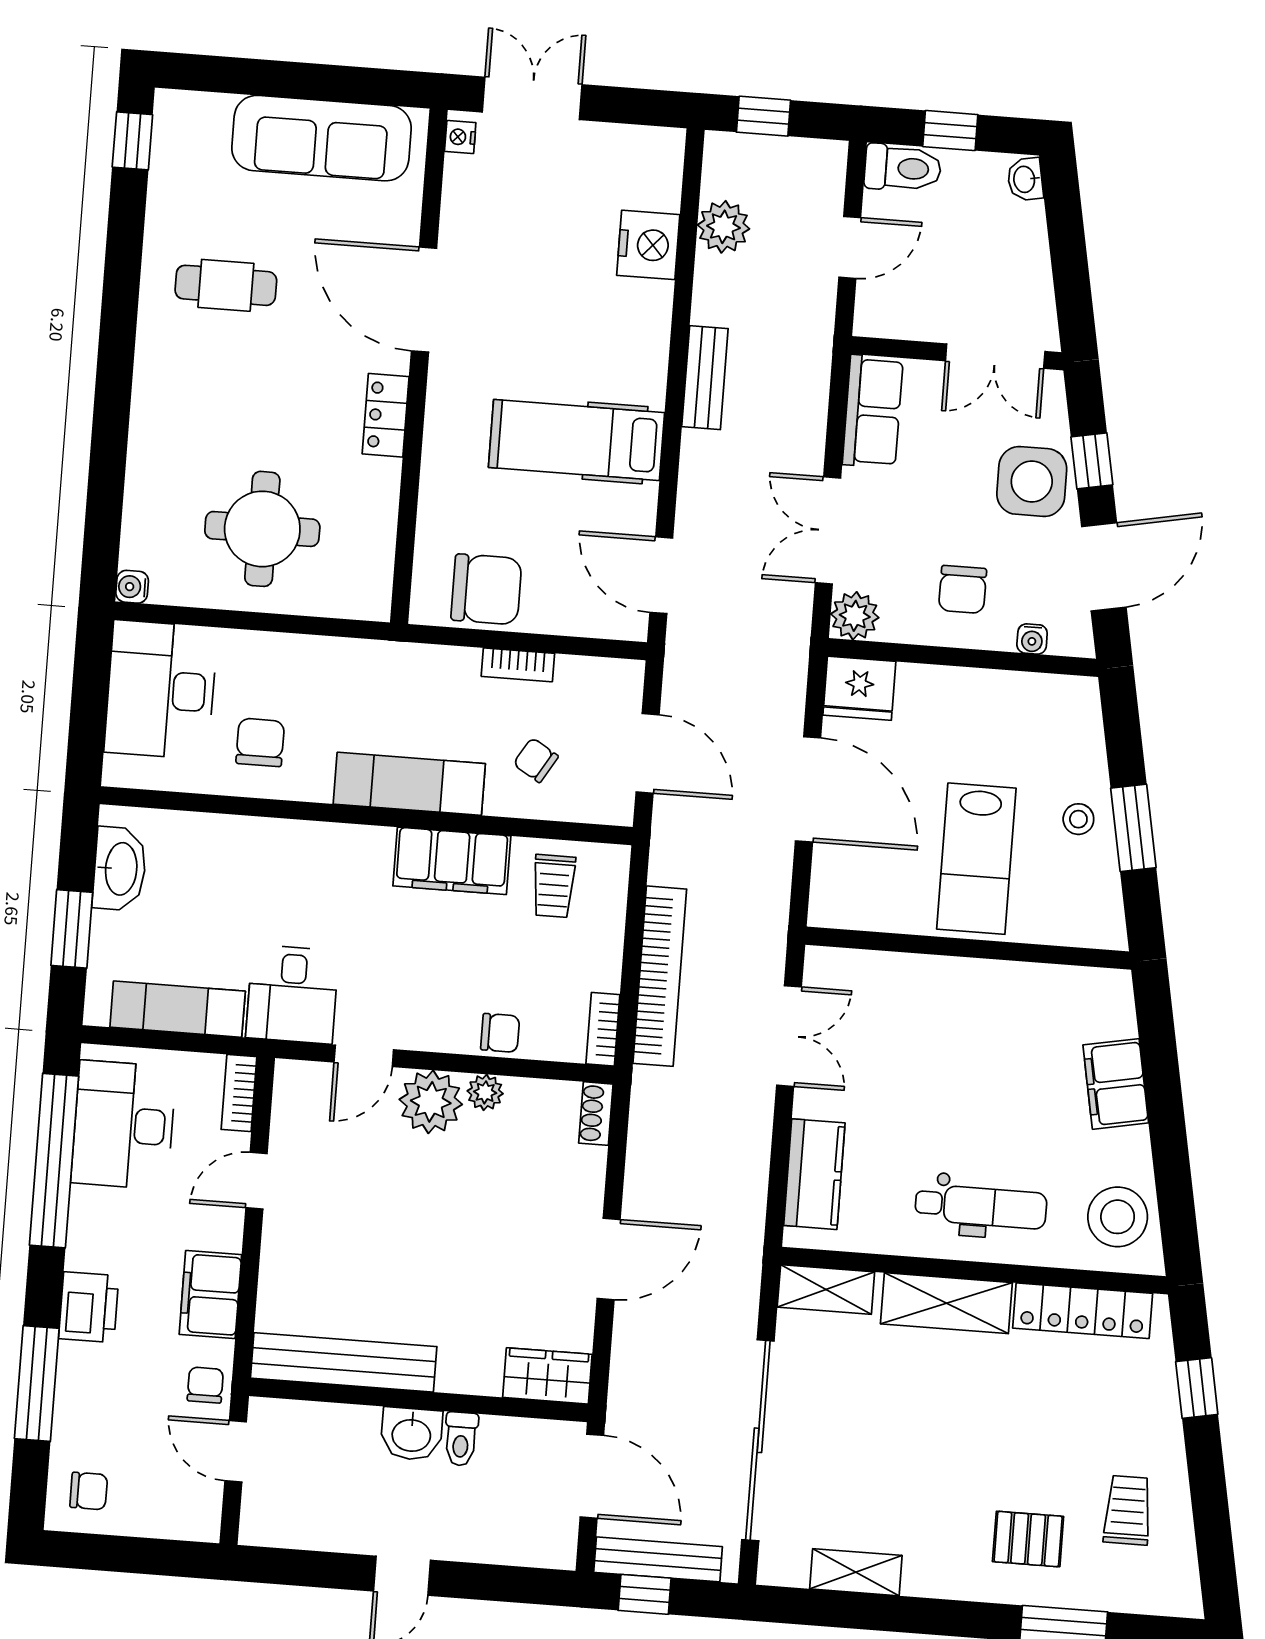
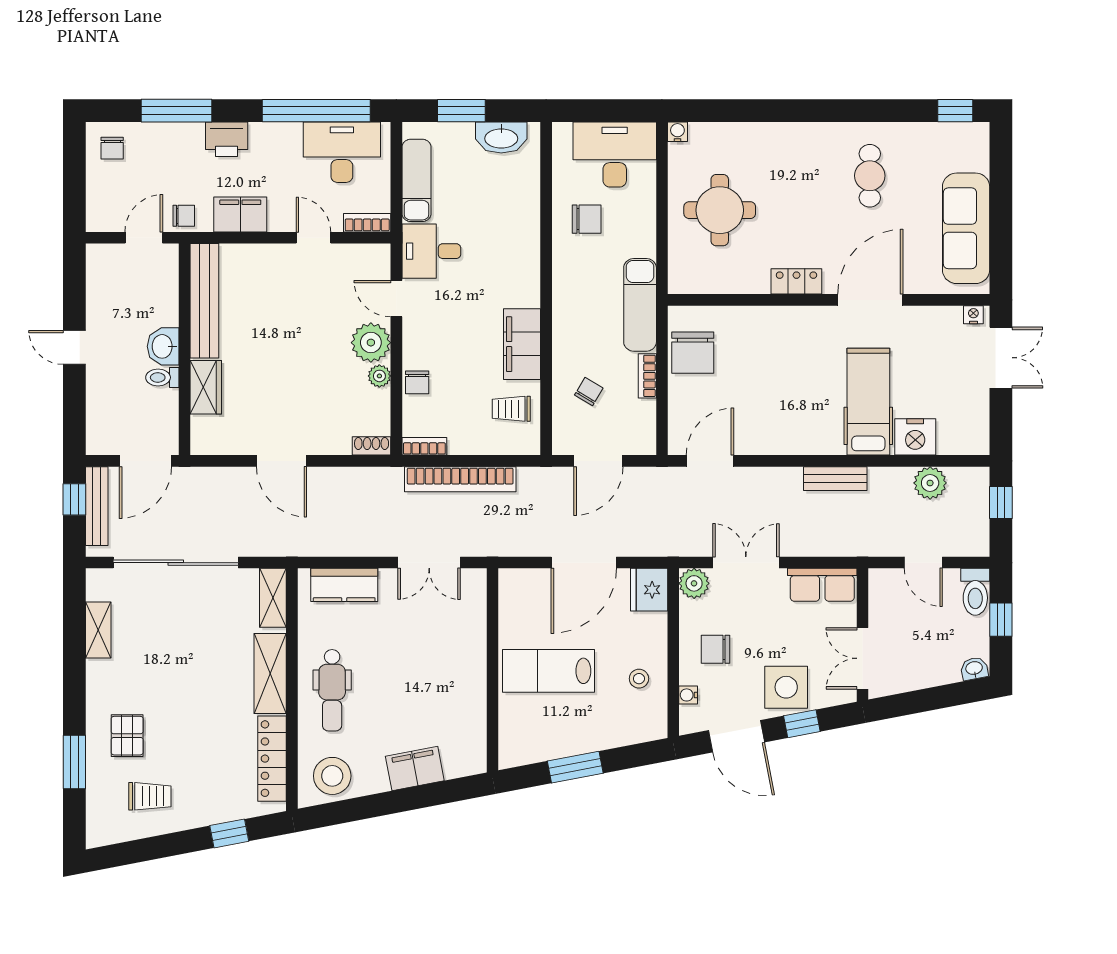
hospital bed: (577, 440) -> (868, 402), moved
exam couch: (409, 784) -> (640, 305), moved, turned 180
stool: (1078, 819) -> (639, 679), moved
wardrobe: (547, 1376) -> (206, 387), moved

